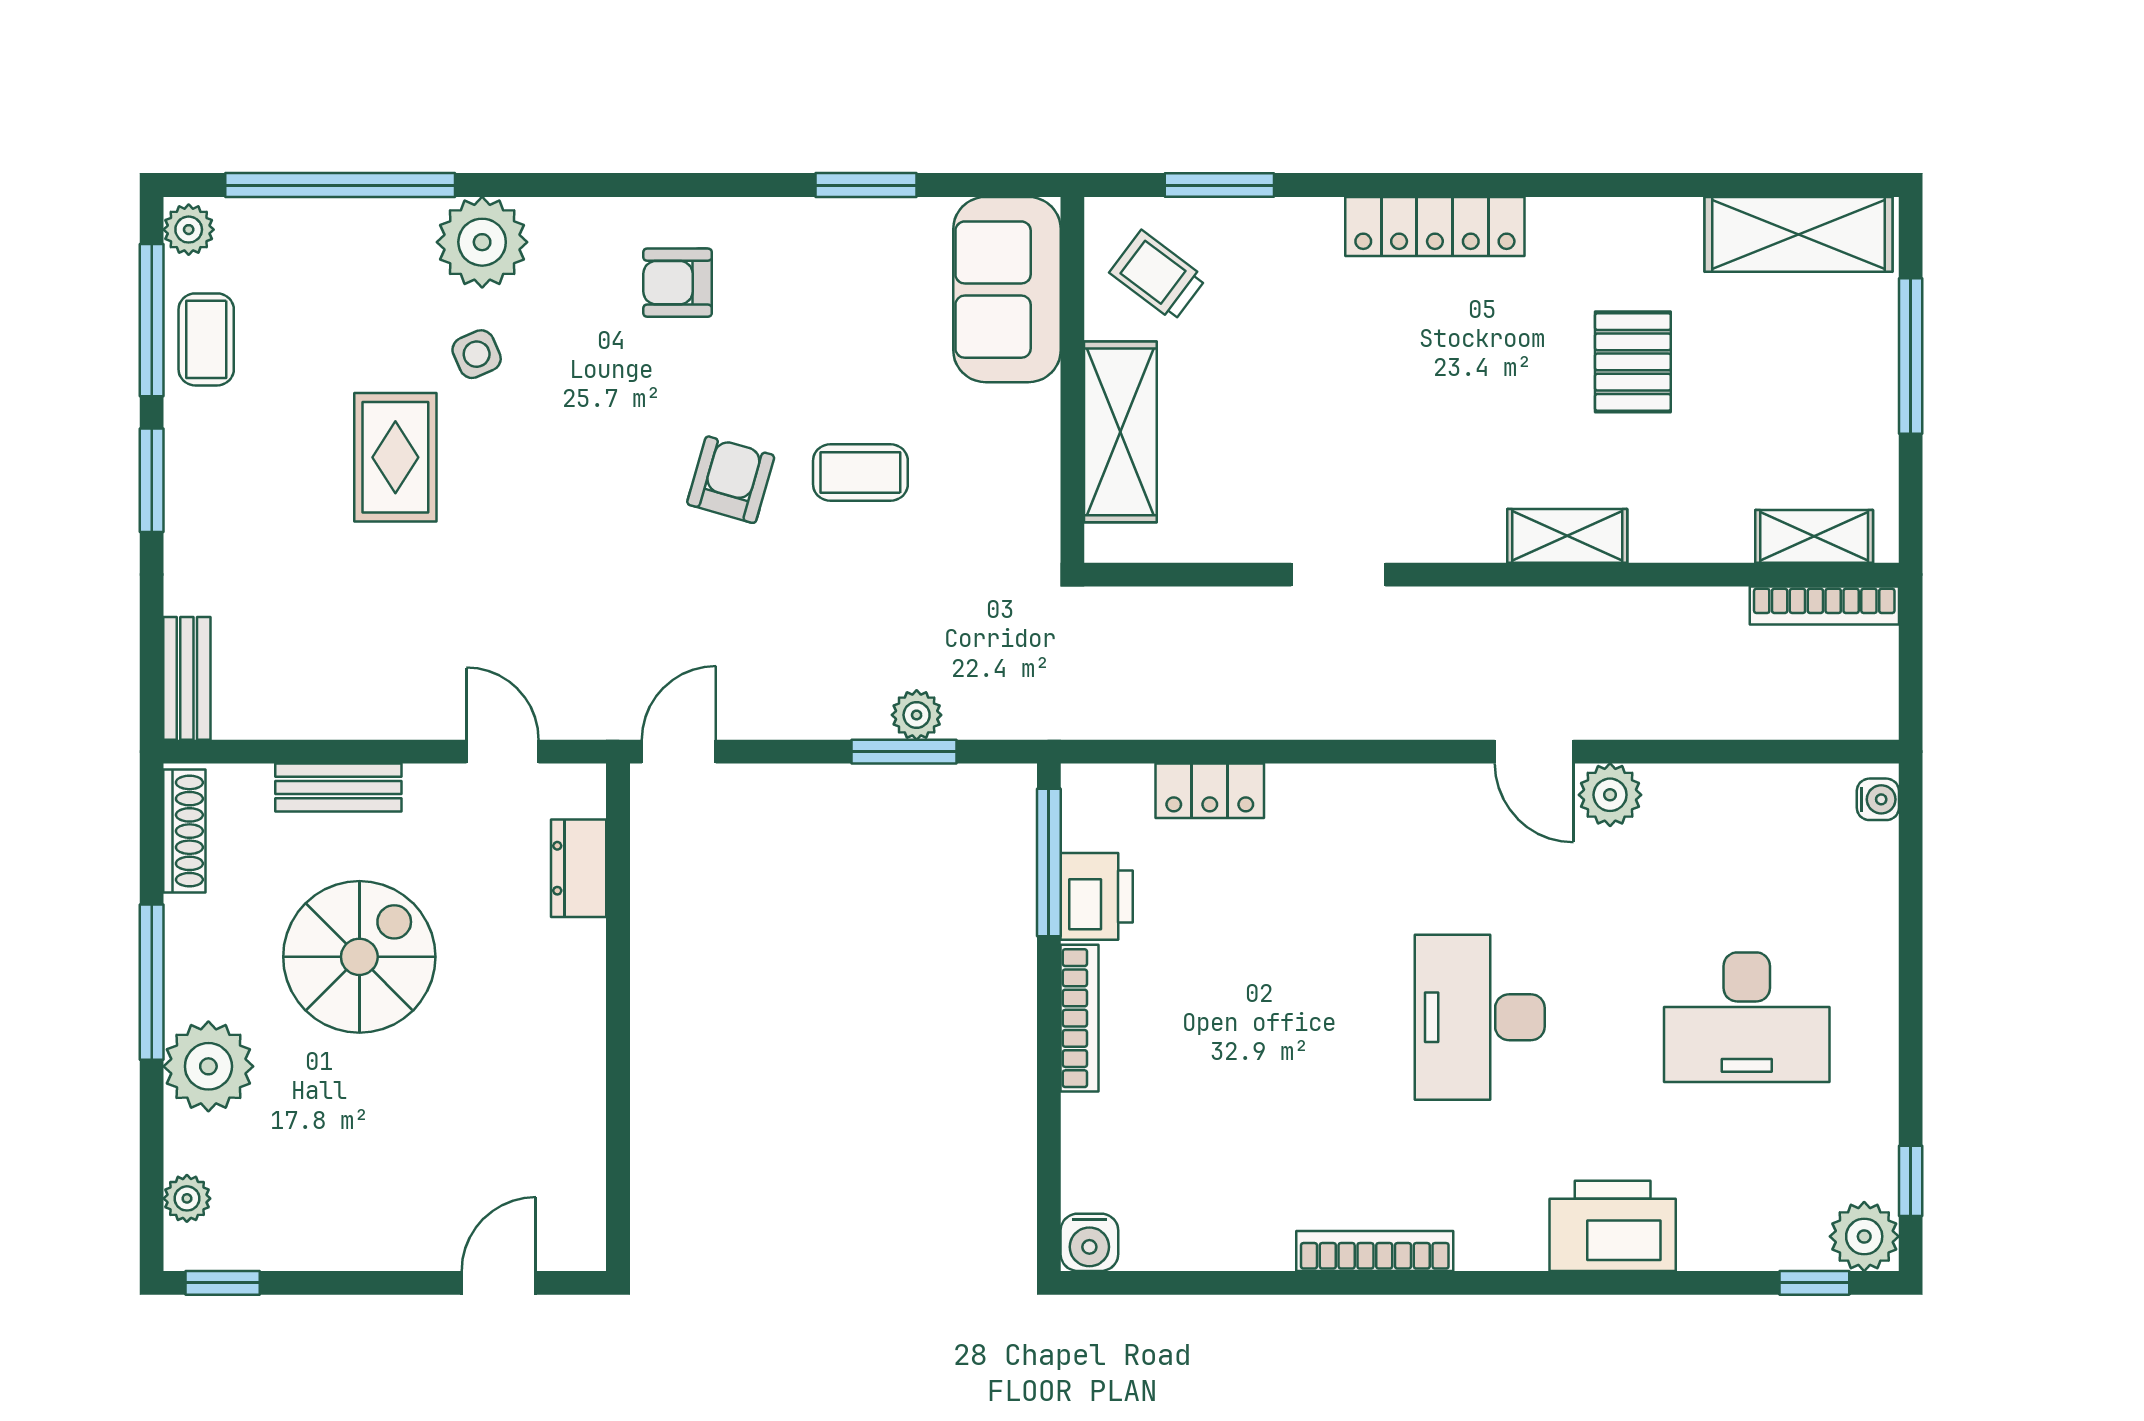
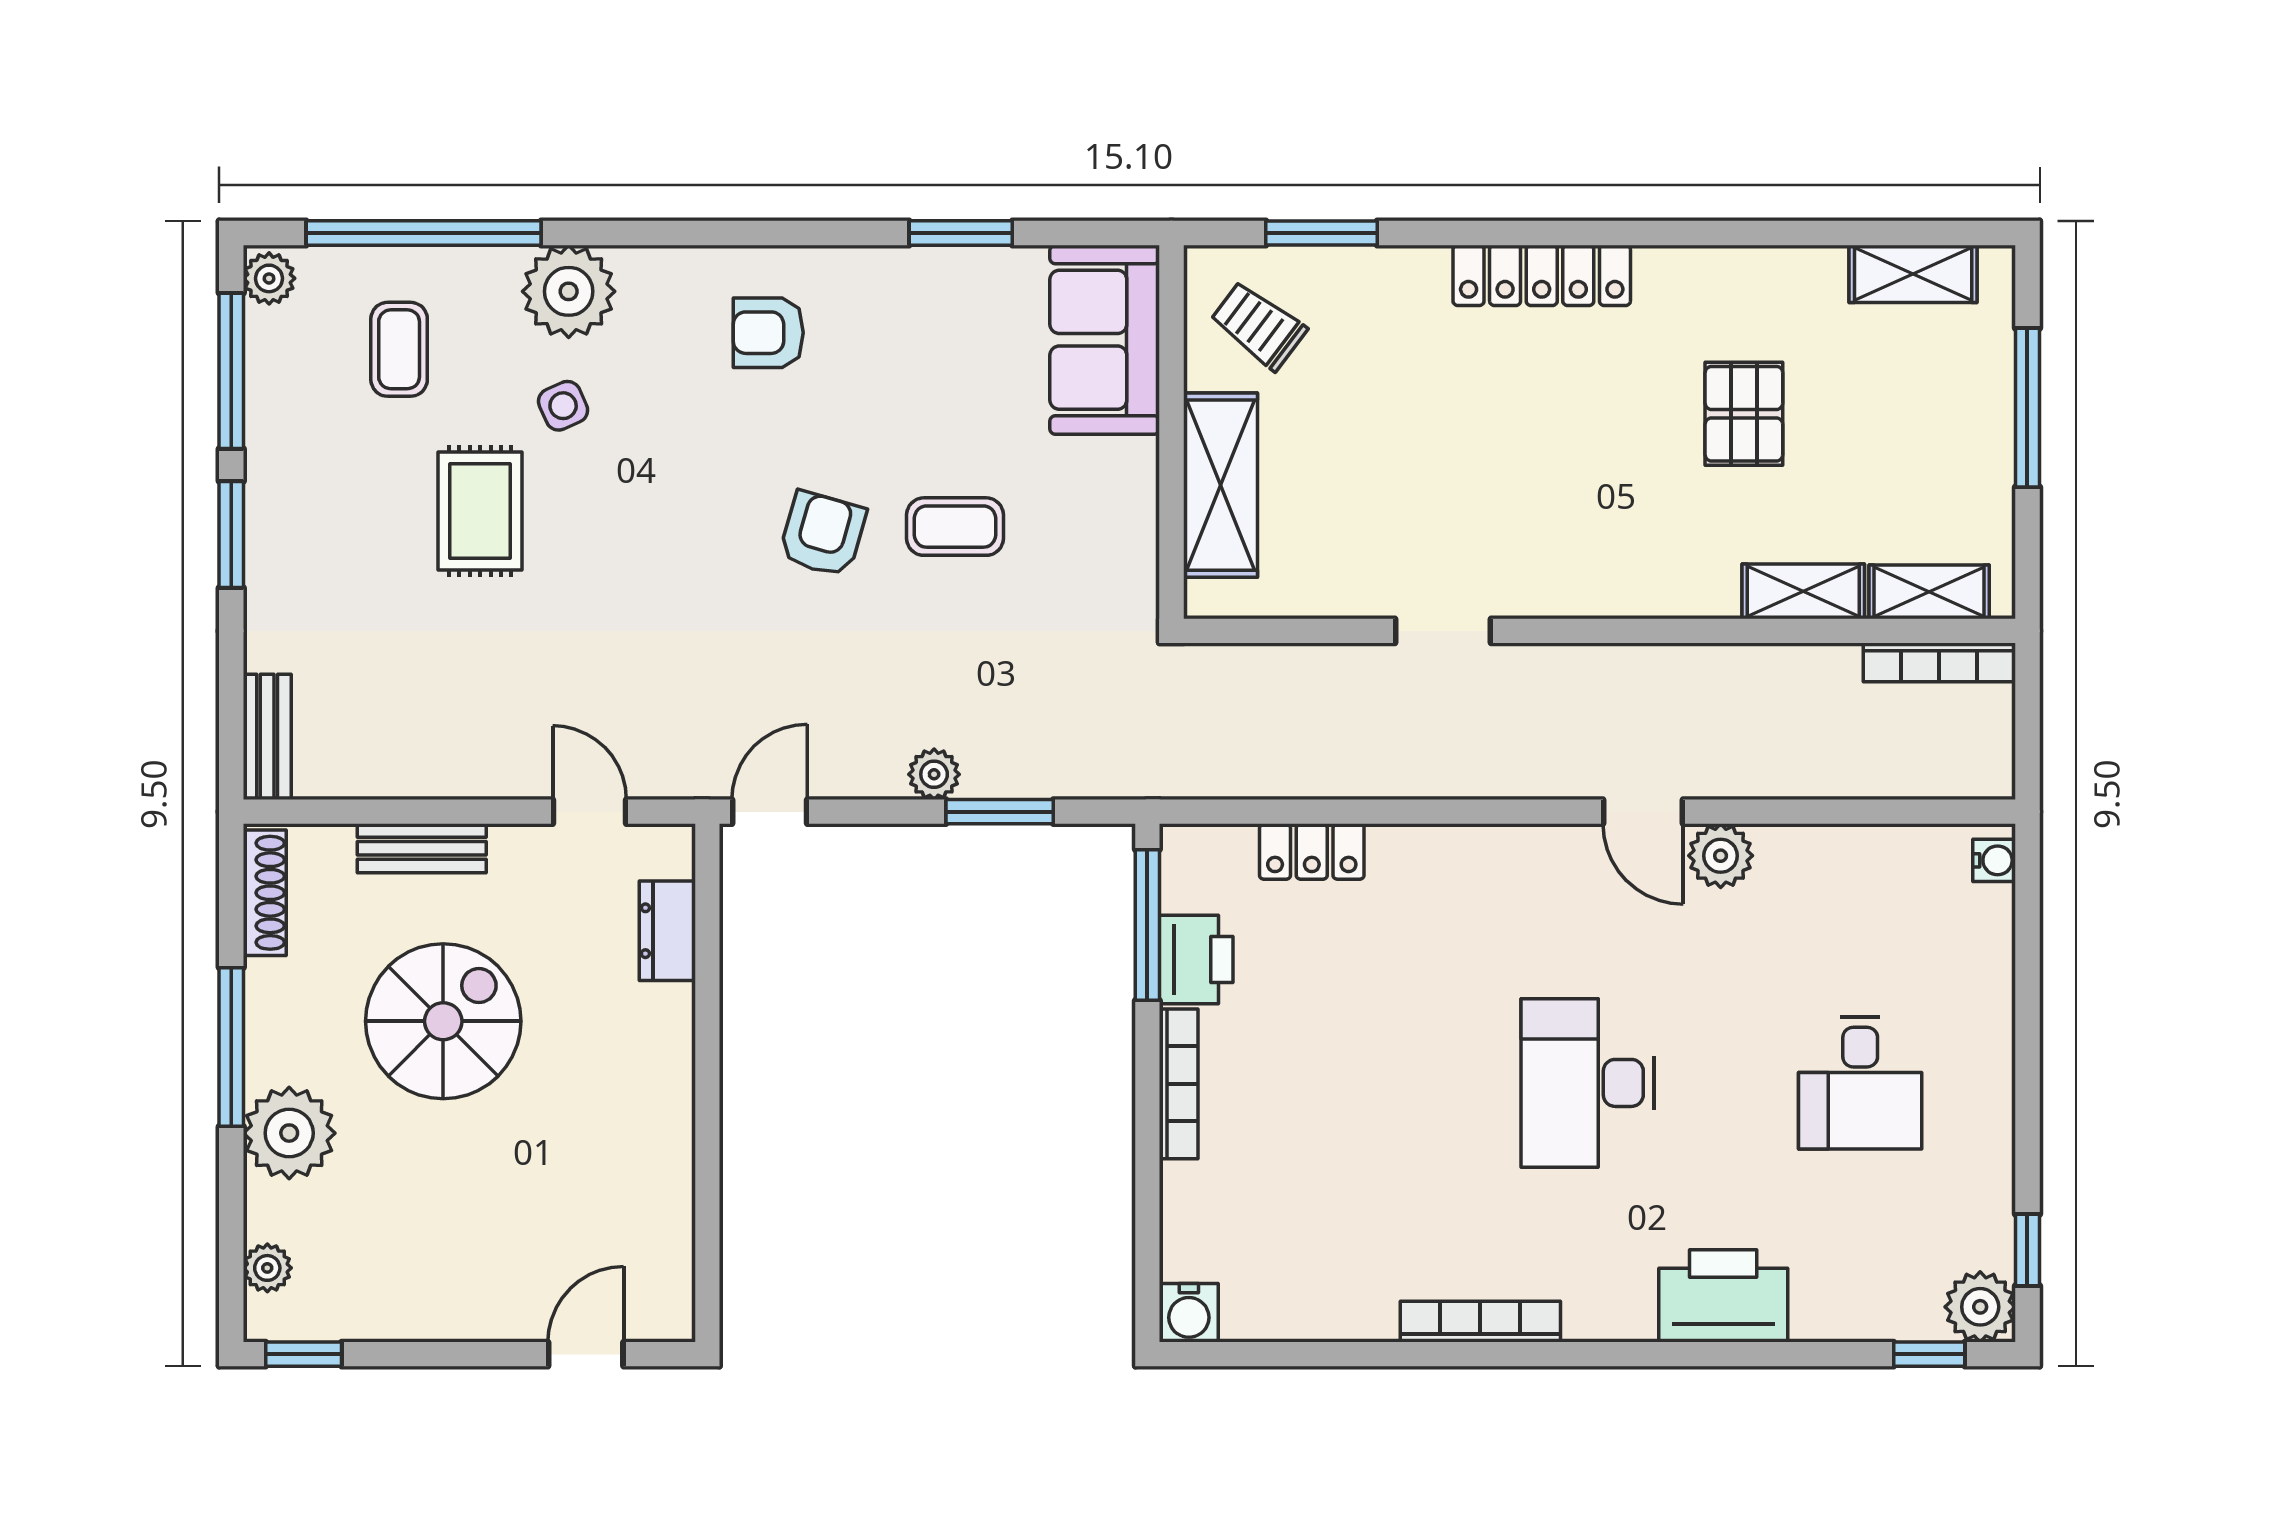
shelving: (1799, 234) -> (1913, 274), width x0.67, depth x0.75
coffee table: (206, 339) -> (399, 349), moved
shelving: (1567, 536) -> (1803, 591), moved
plant: (917, 715) -> (934, 774), moved
desk: (1747, 1017) -> (1860, 1083), width x0.73

